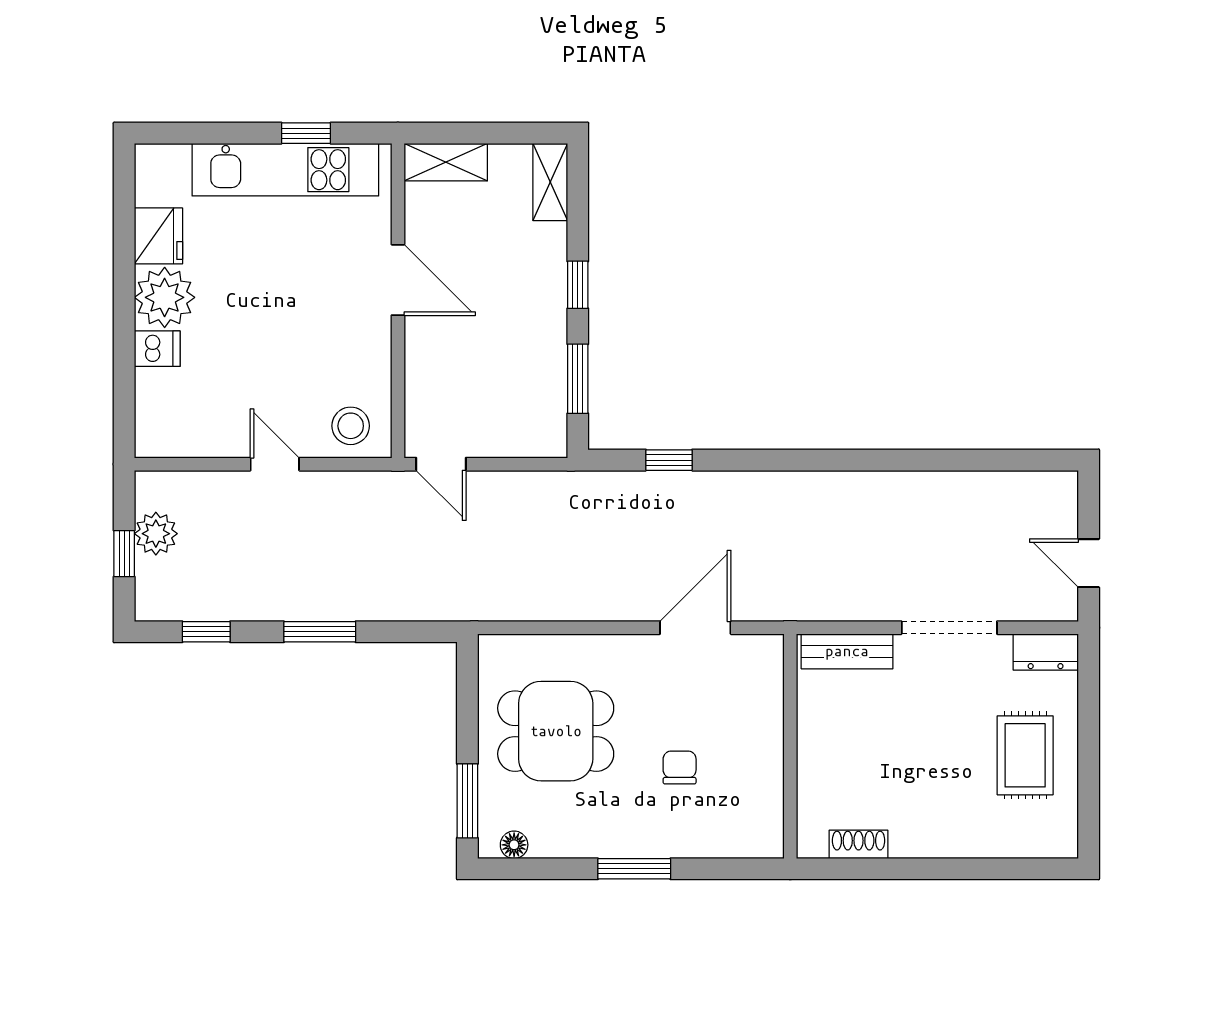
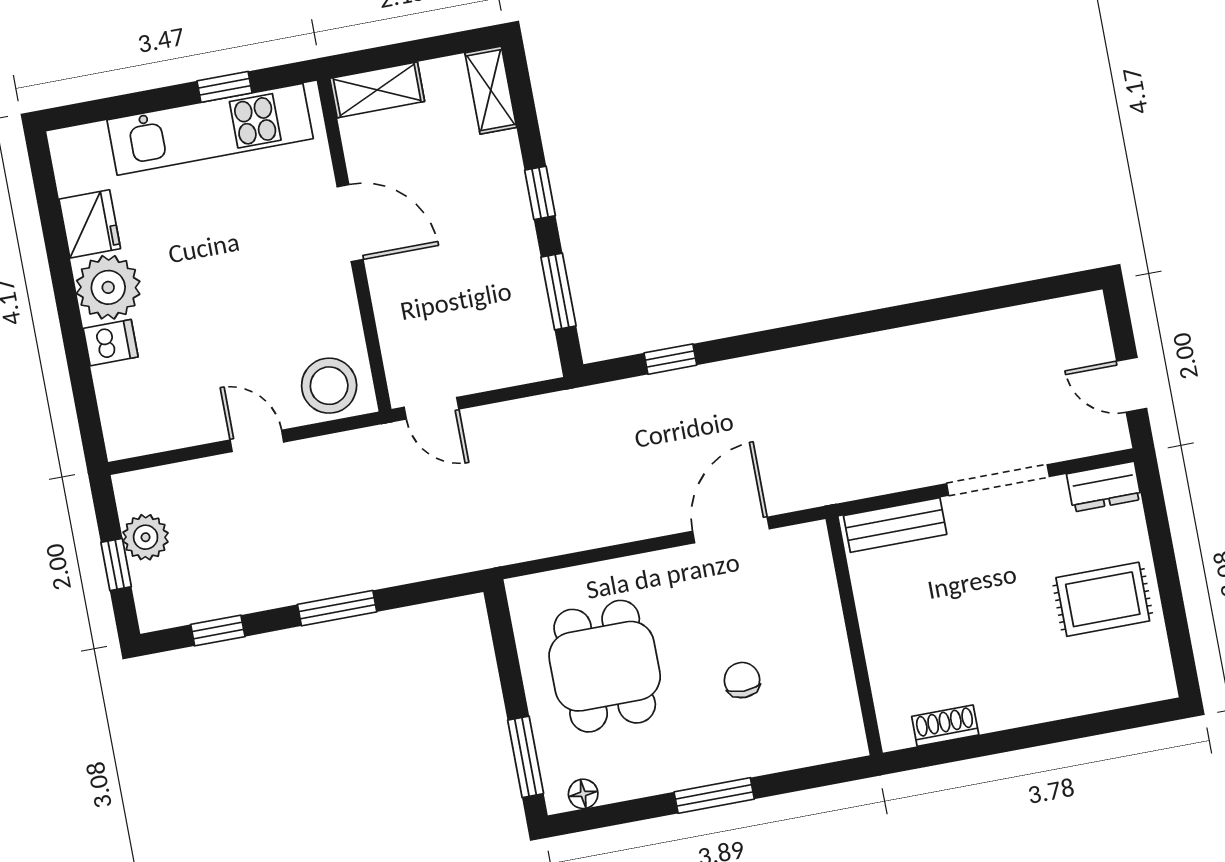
stool: (351, 426) -> (329, 386), width x1.38, depth x1.38
dining table: (556, 731) -> (605, 666), turned 90
rug: (1025, 755) -> (1103, 599), turned 90

